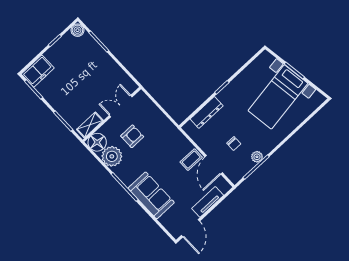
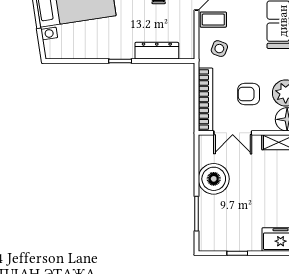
boiler: (77, 30) -> (214, 179), moved, width x1.86, depth x1.86
bookcase: (154, 111) -> (205, 100), added
side table: (173, 147) -> (219, 49), added

